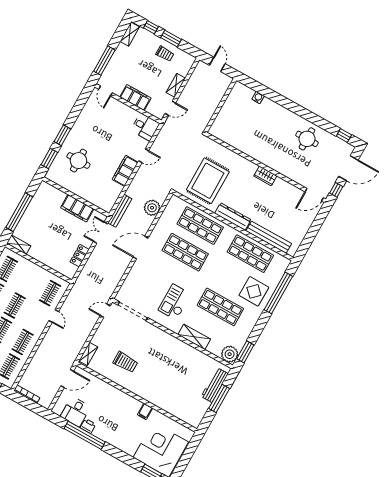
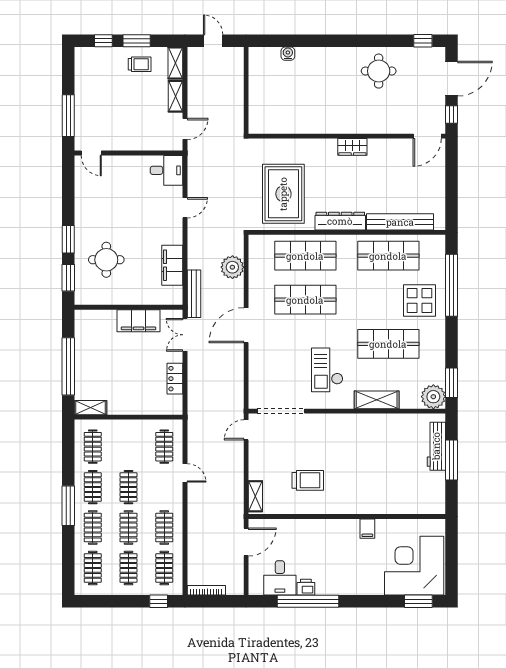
shelving: (130, 34) -> (175, 63), moved
filing cabinet: (135, 98) -> (134, 140), removed
filing cabinet: (125, 171) -> (172, 265), moved

